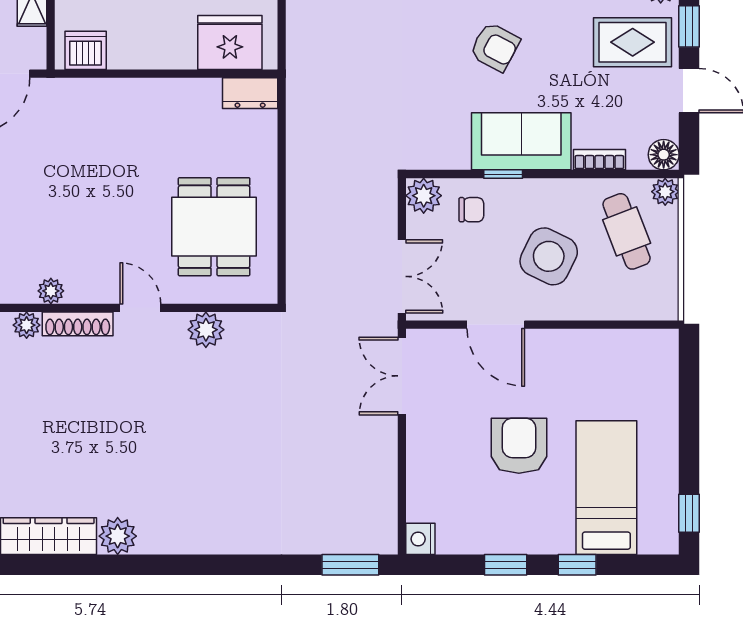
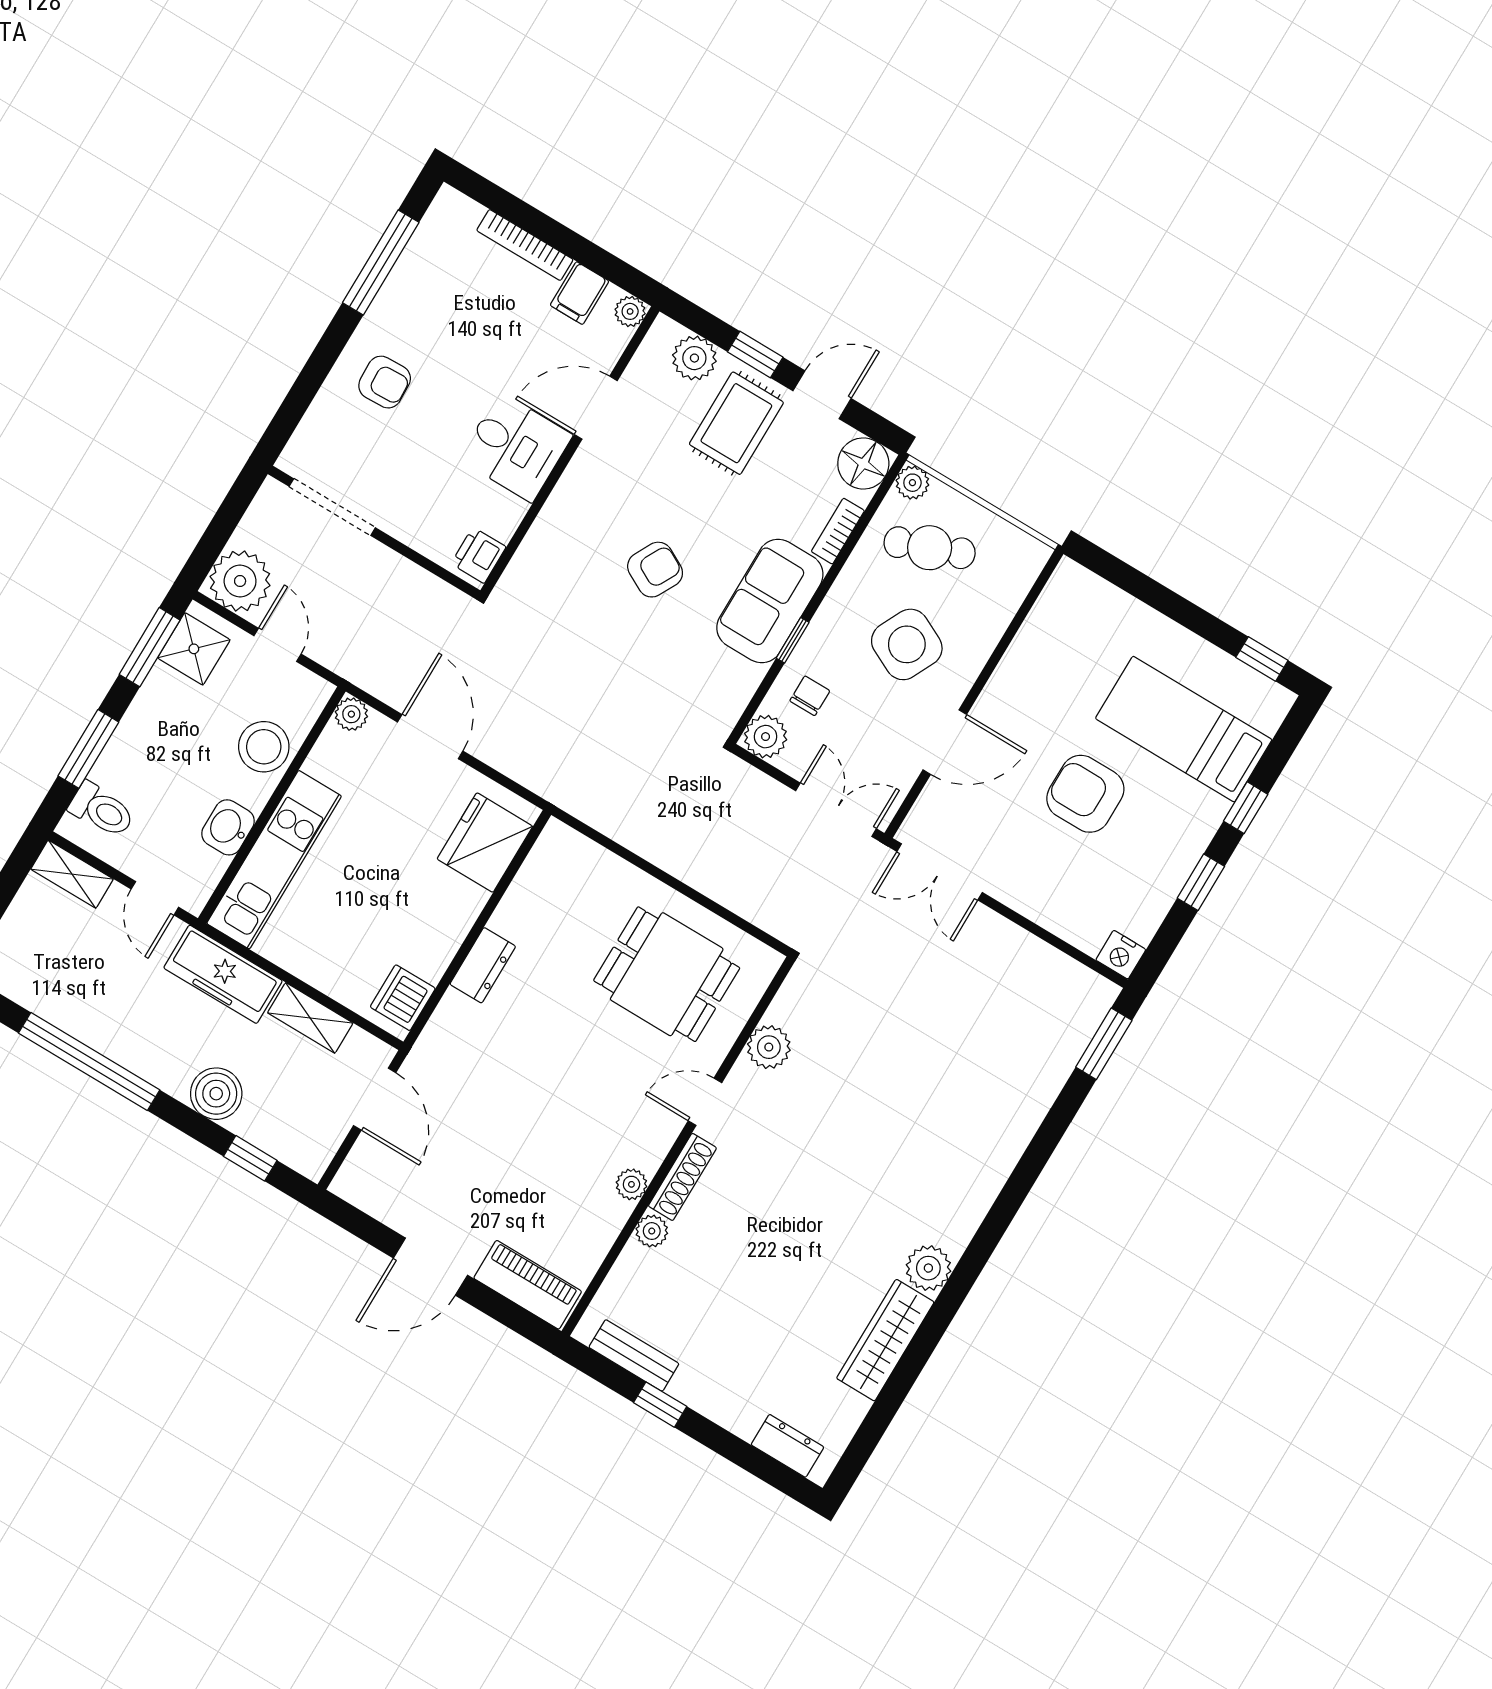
dresser: (250, 93) -> (483, 965), moved
floor lamp: (664, 155) -> (863, 464), width x1.38, depth x1.38

